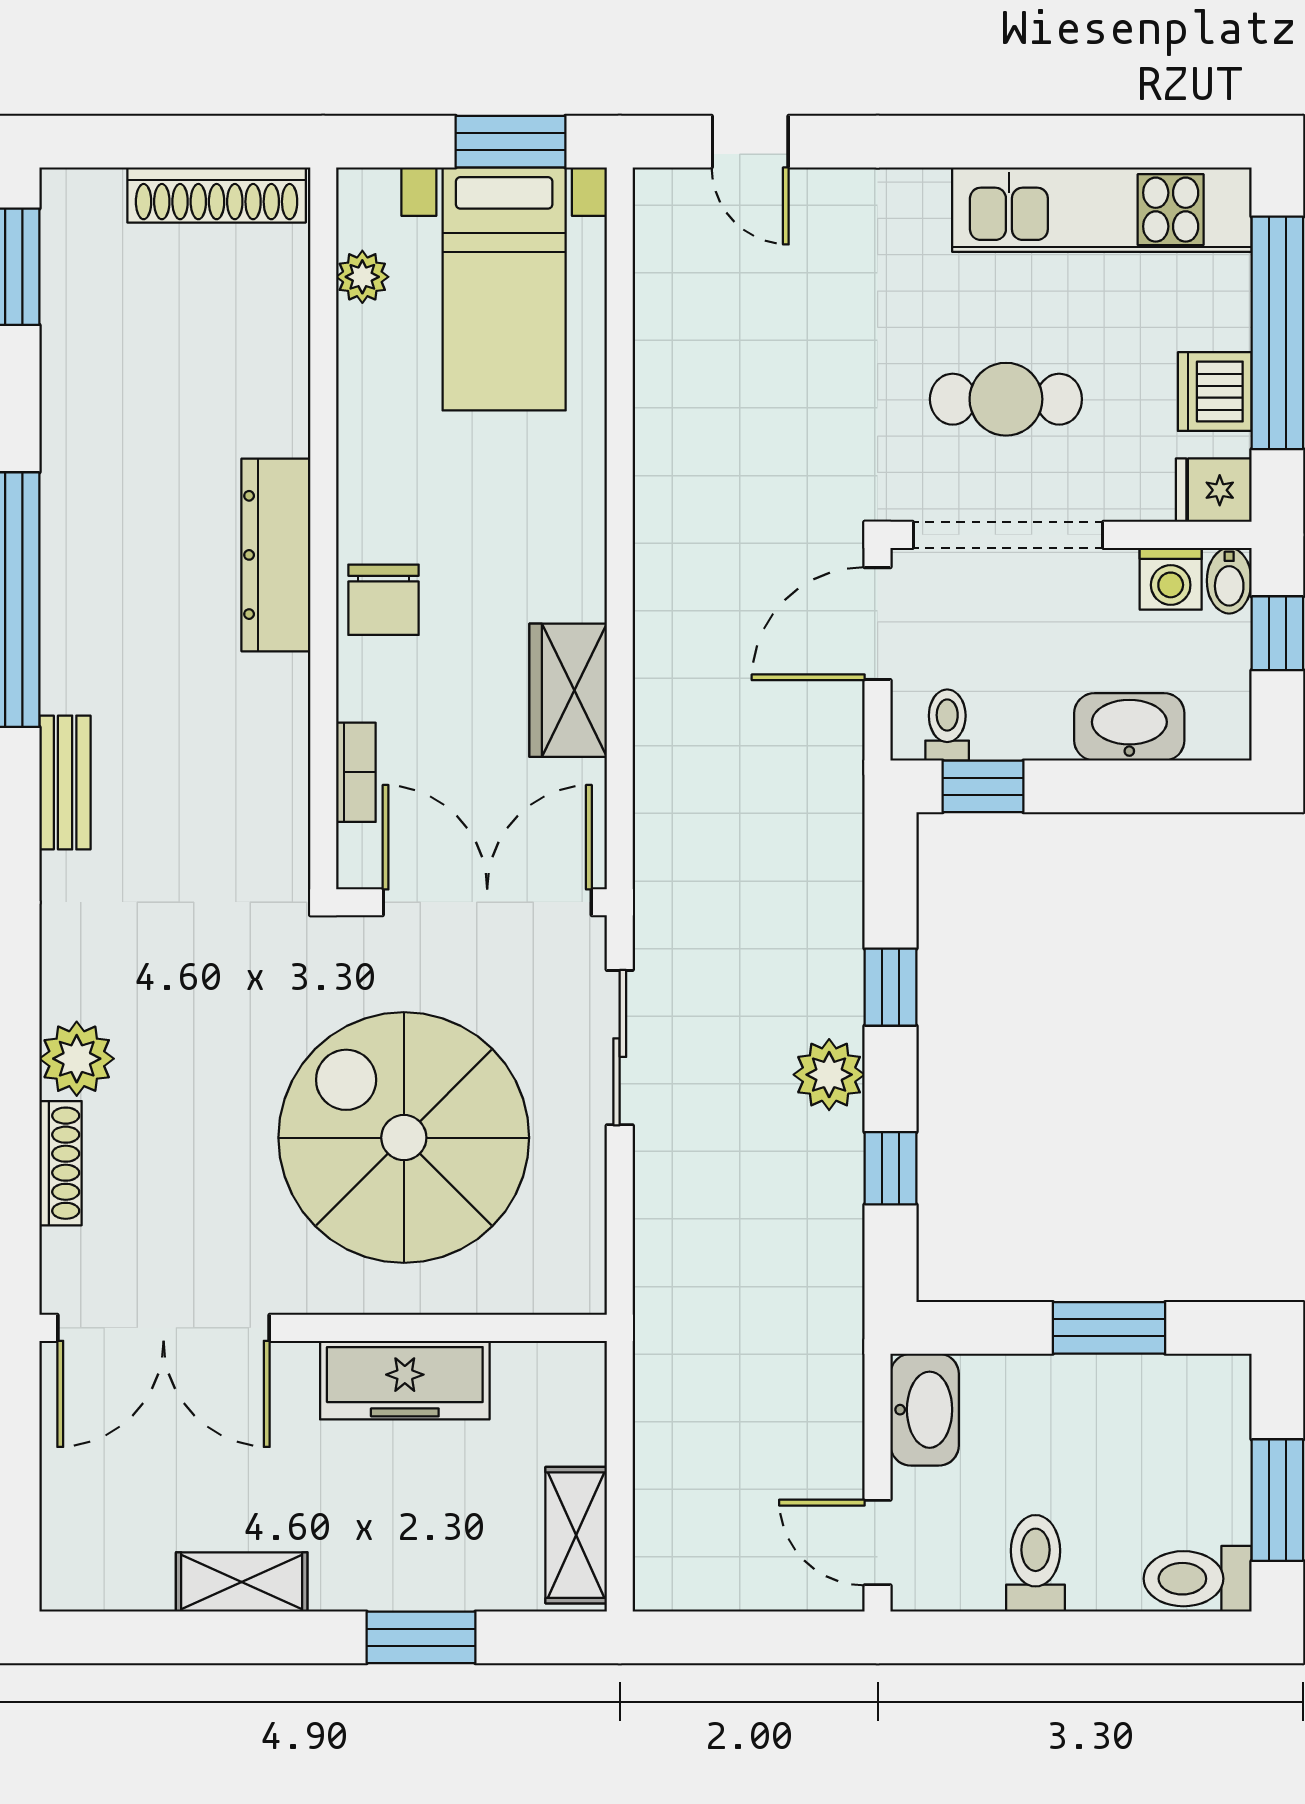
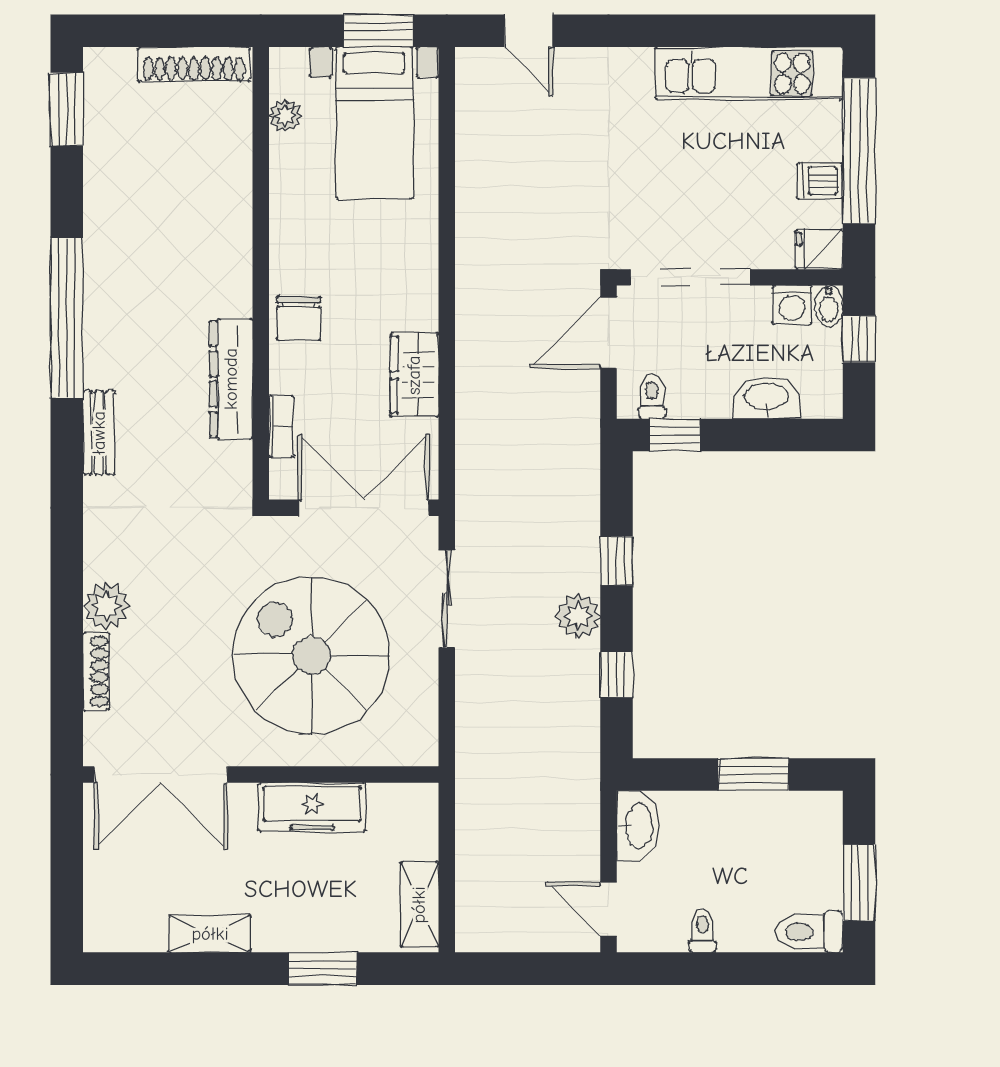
dishwasher: (1215, 392) -> (820, 181), width x0.73
cafe table: (1006, 399) -> (689, 192), removed
dresser: (276, 555) -> (231, 379), moved
toilet: (1036, 1563) -> (703, 931), width x0.73, depth x0.72

